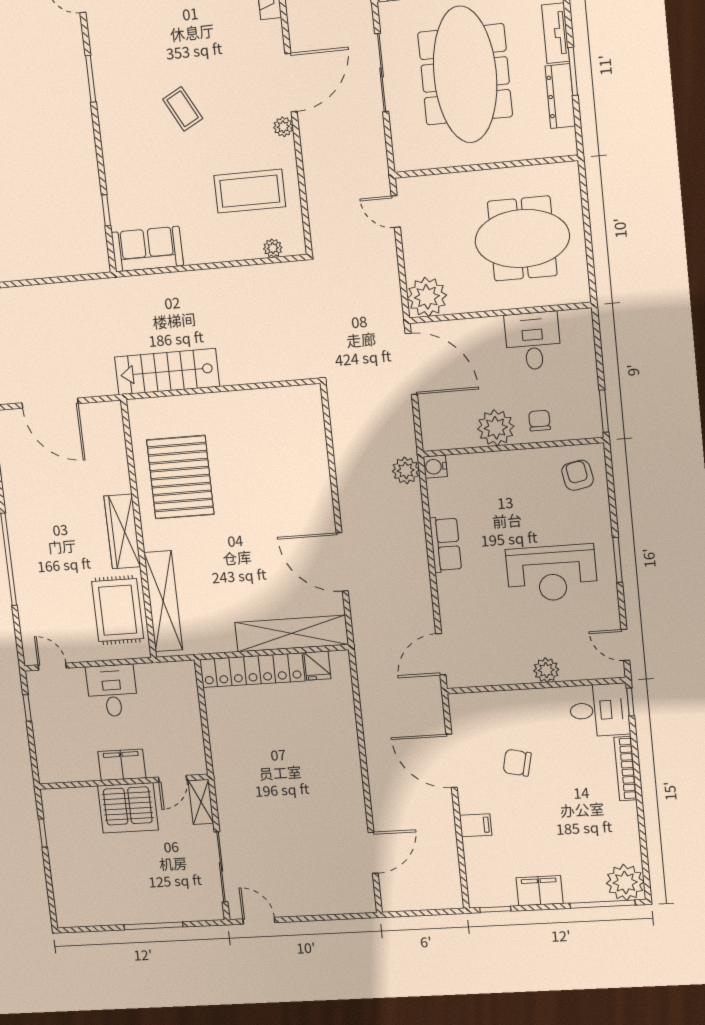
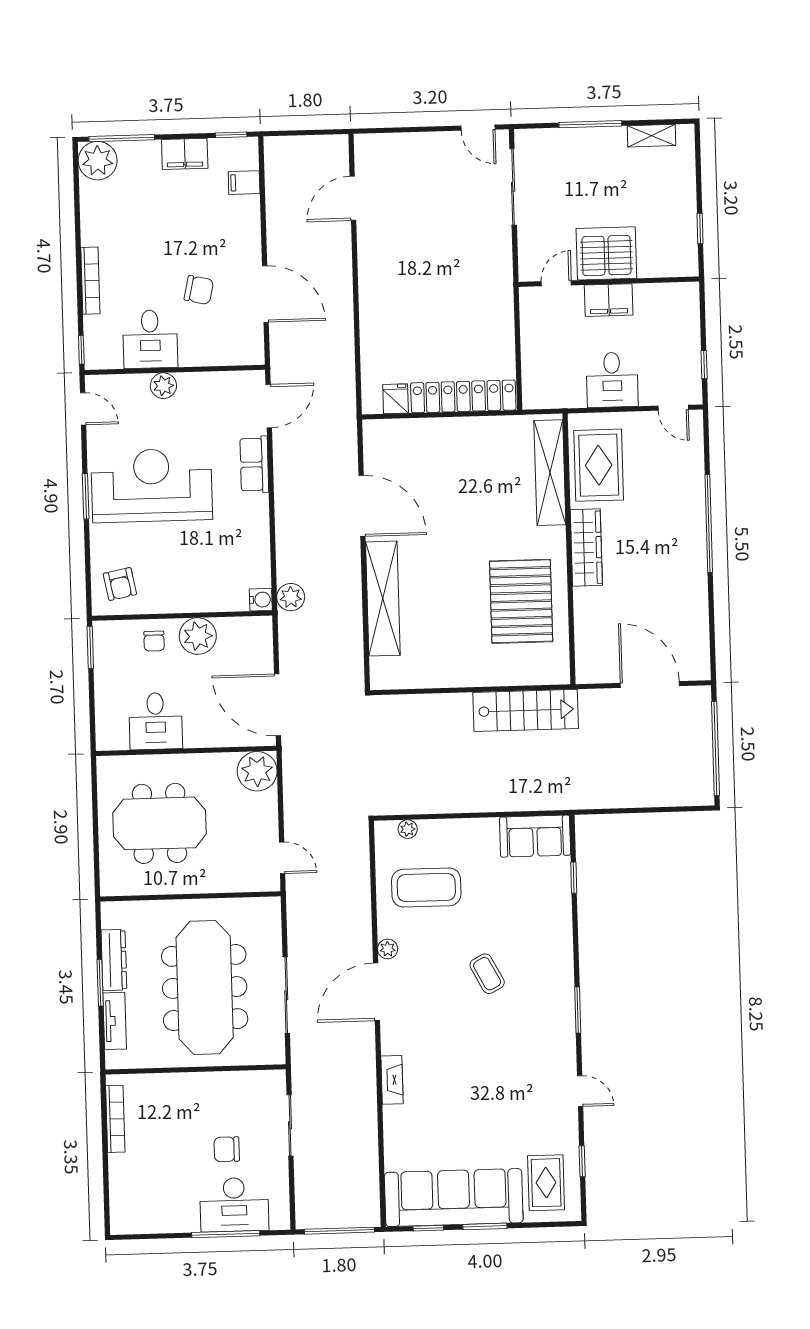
row of seats: (446, 544) -> (254, 464), moved
reception desk: (552, 573) -> (152, 485), width x1.36, depth x1.30
shelving: (292, 634) -> (383, 599), moved, turned 90
desk: (600, 710) -> (150, 339), moved, turned -90
shelving: (201, 802) -> (651, 136), moved, turned 90
filing cabinet: (476, 825) -> (244, 183), moved

